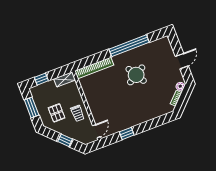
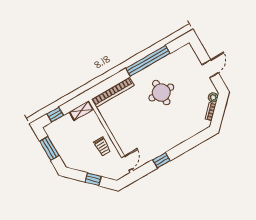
round table: (136, 75) -> (161, 93), turned 31
pallet: (57, 113) -> (79, 150), removed

